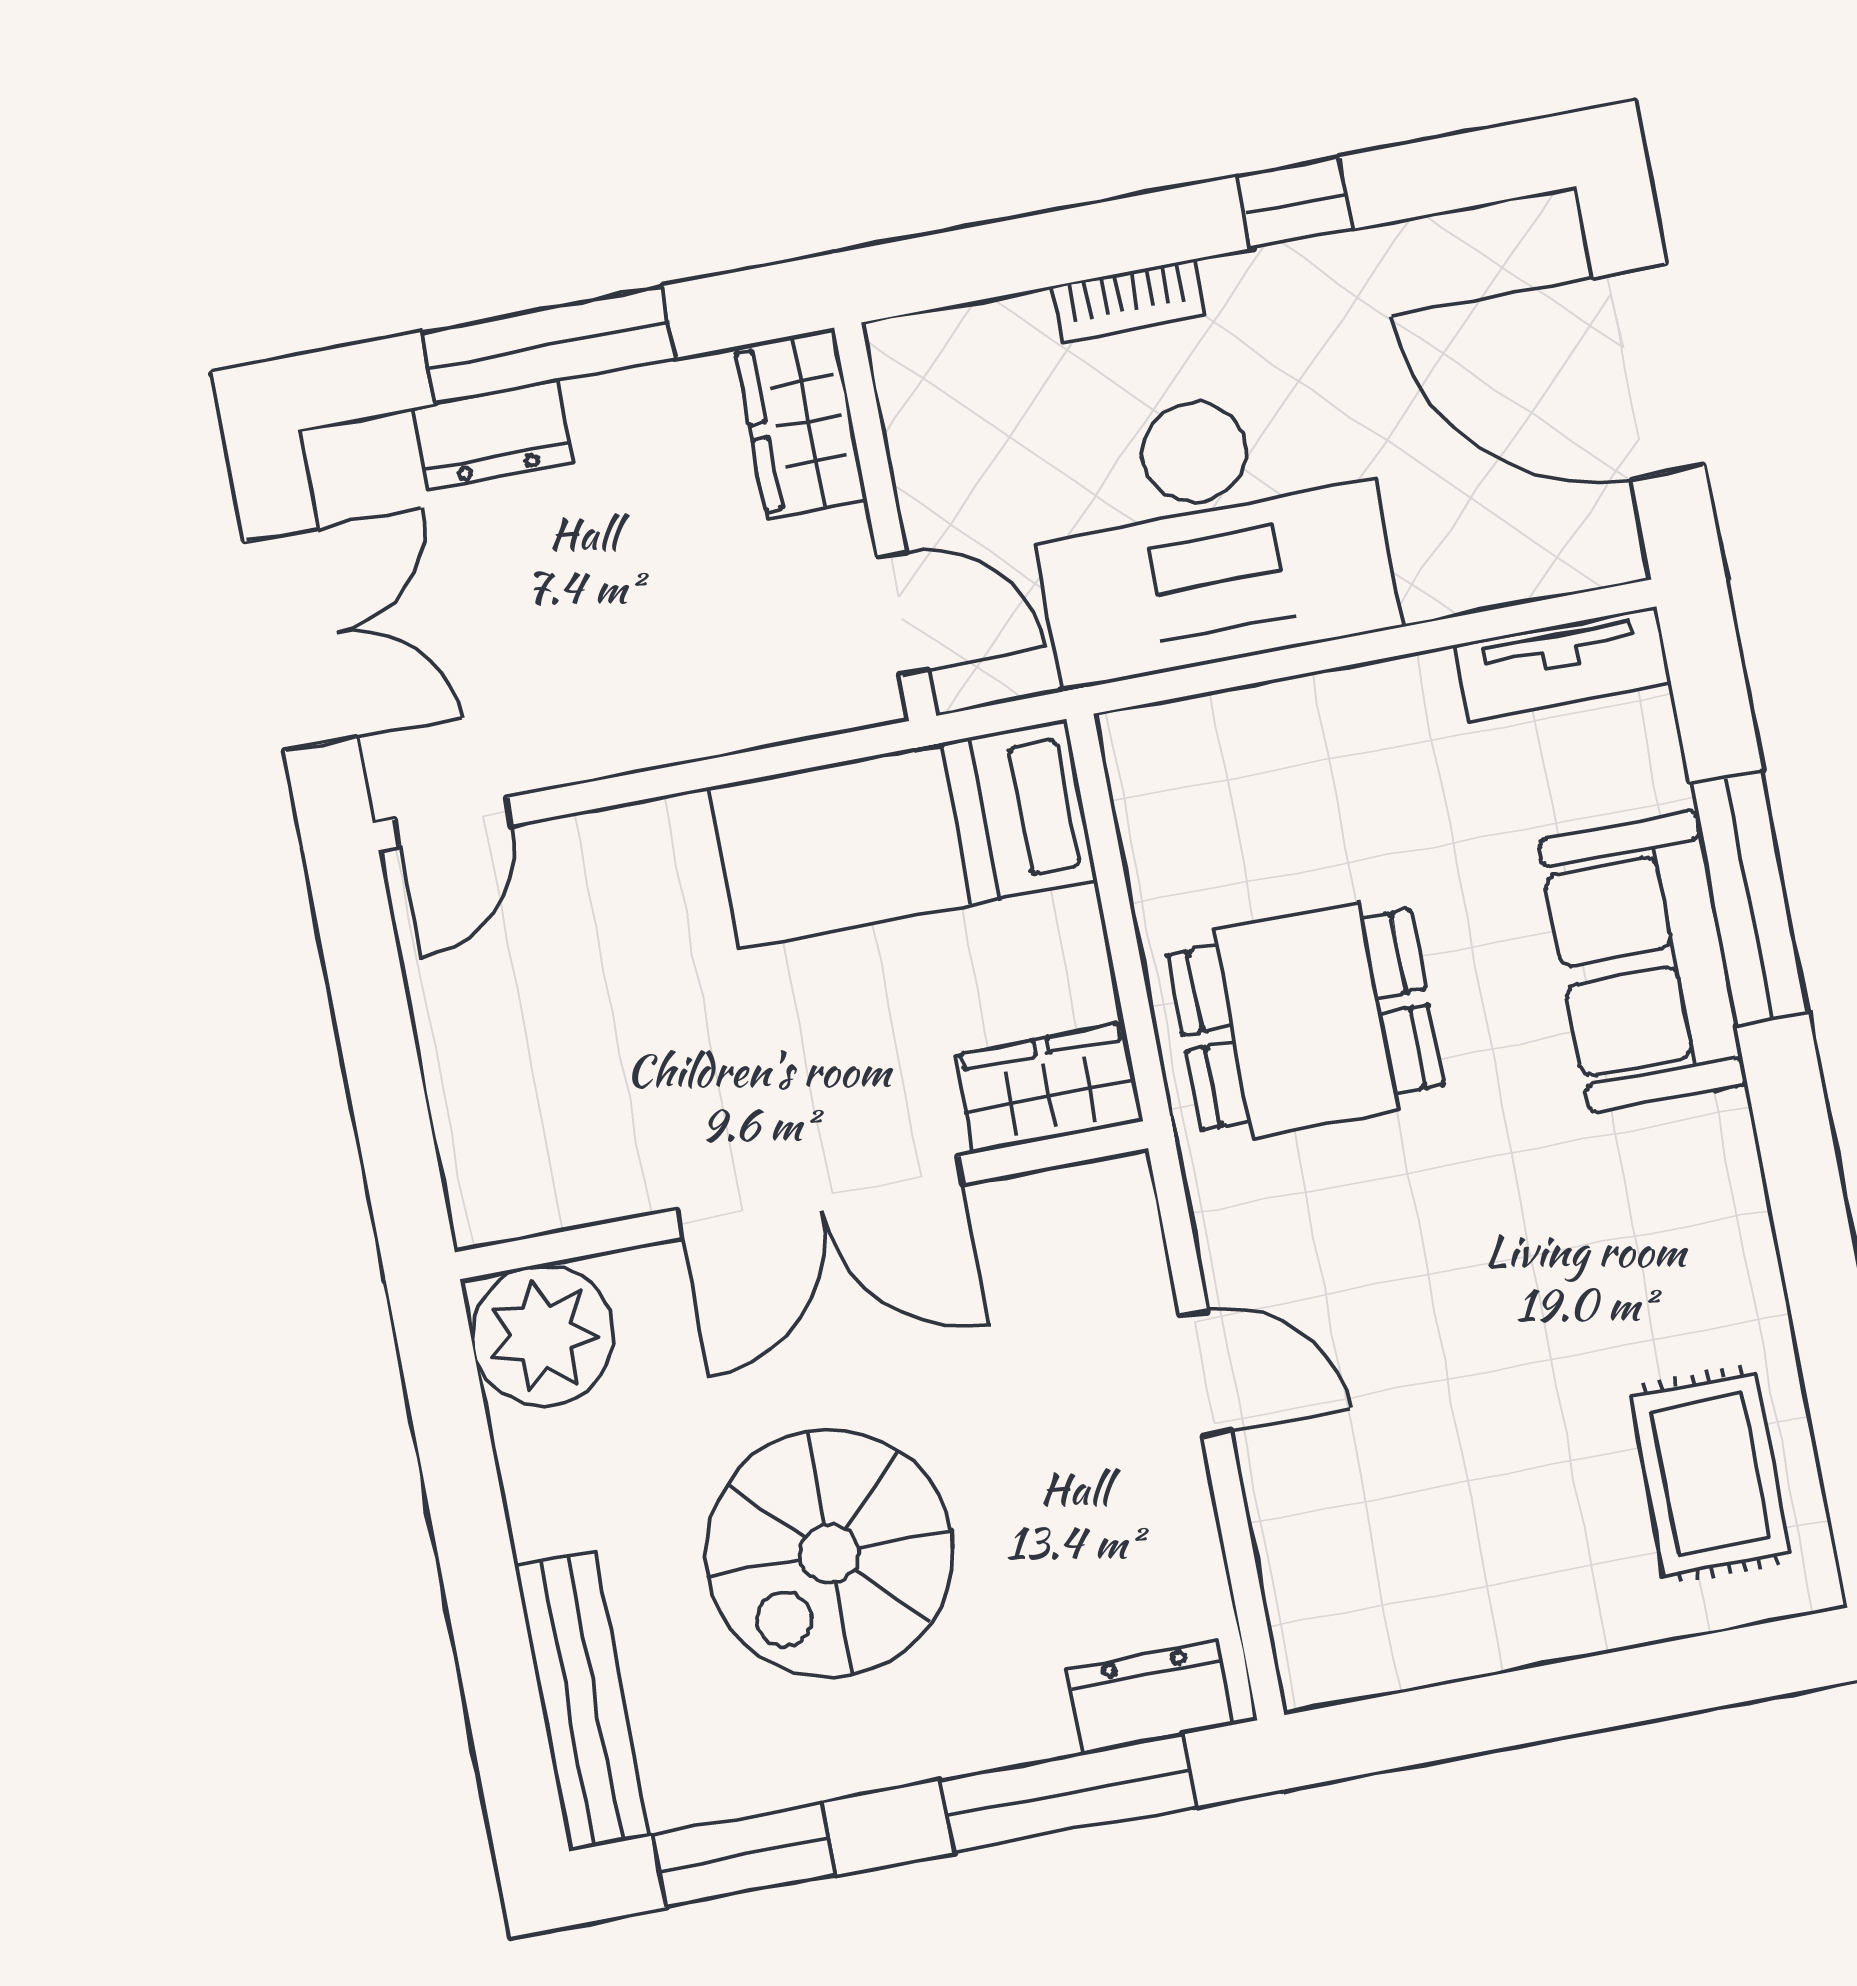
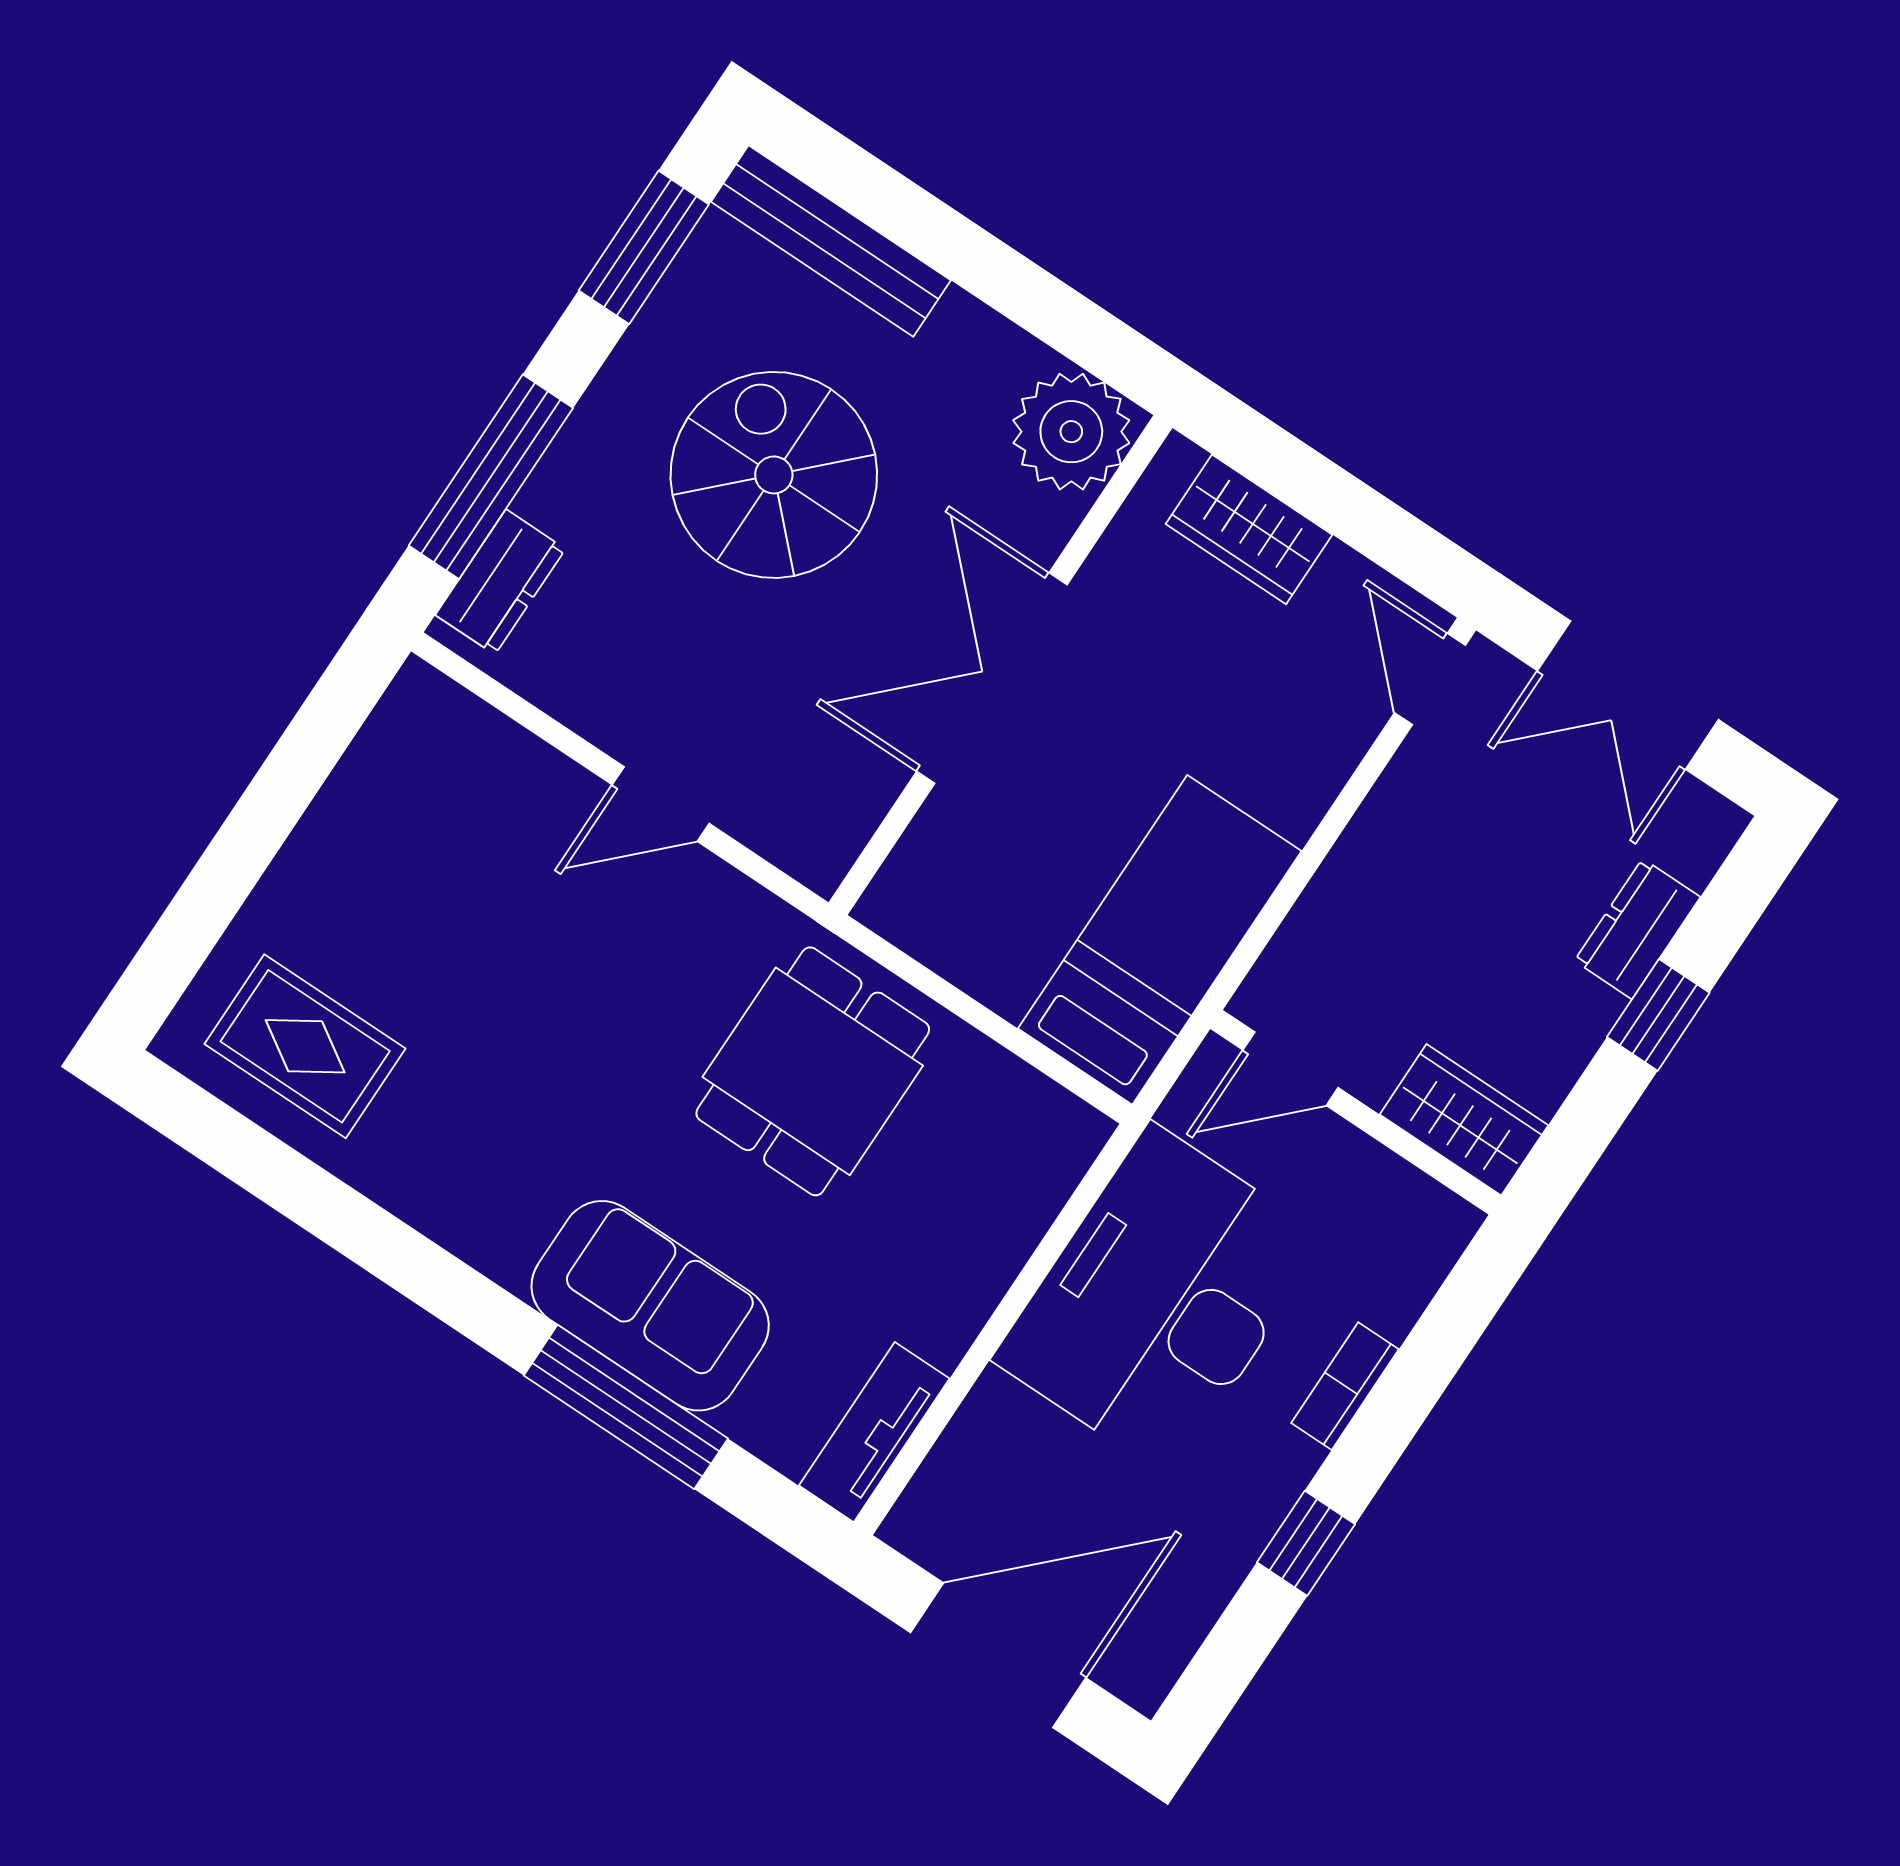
window: (548, 345) -> (1658, 1015), width x0.46
wardrobe: (1049, 1088) -> (1249, 529), moved, turned 90

